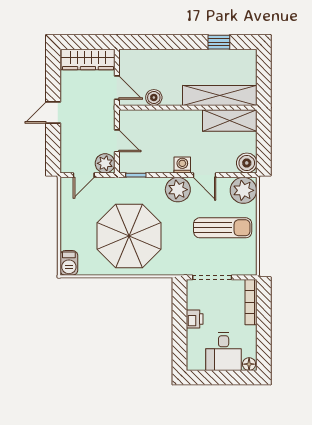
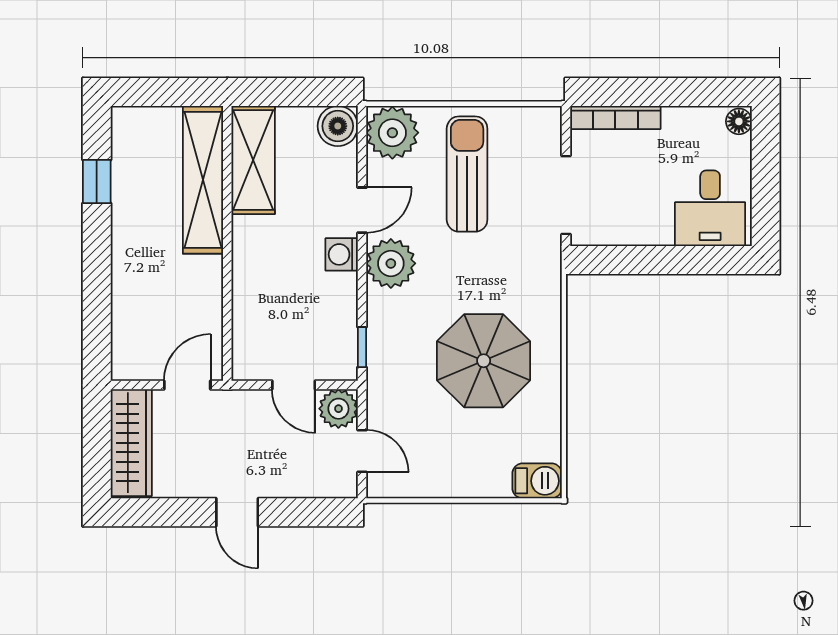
boiler: (154, 97) -> (207, 311), removed
door: (117, 141) -> (294, 385), swing flipped
parasol: (129, 236) -> (484, 361), width x0.73, depth x0.73
printer: (195, 319) -> (649, 230), removed
desk: (224, 352) -> (710, 208), moved, turned 90

